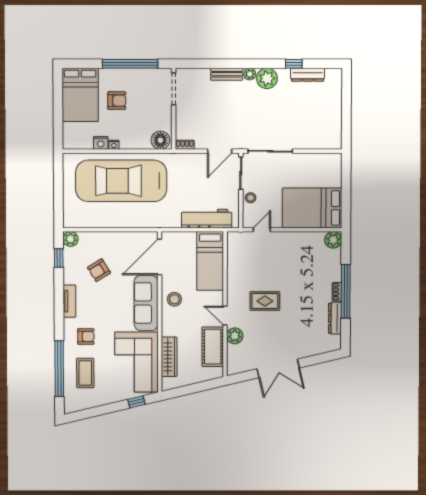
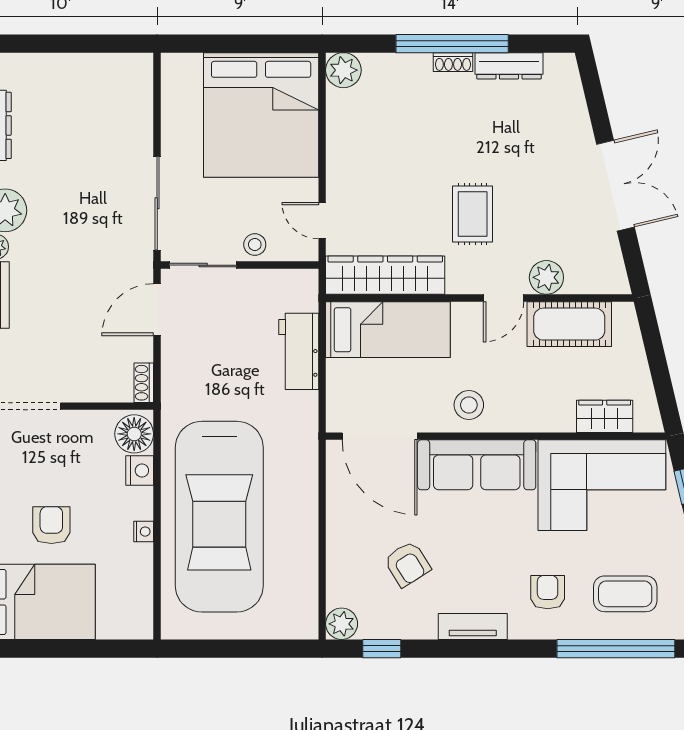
nightstand: (101, 143) -> (140, 471), moved
door: (220, 151) -> (157, 310), swing flipped
bed: (312, 208) -> (261, 115), width x1.36
workbench: (207, 219) -> (299, 351), width x0.73
wardrobe: (236, 260) -> (385, 275), added
wardrobe: (169, 357) -> (605, 416), width x0.67

